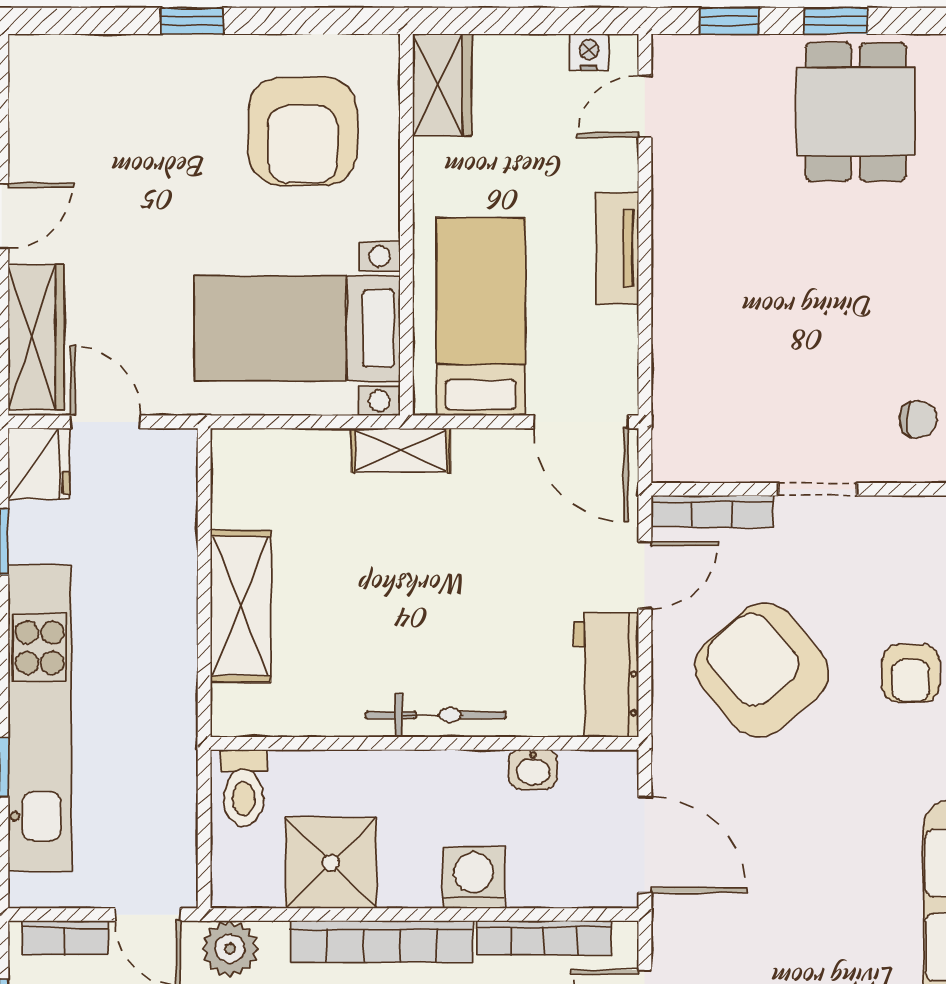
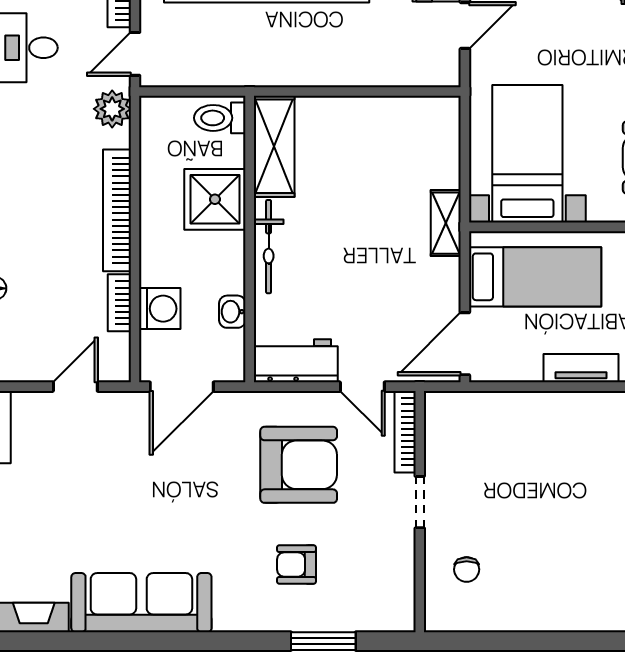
shelving: (241, 606) -> (274, 146), moved, turned 90
armchair: (762, 670) -> (299, 465), turned 40
shower: (331, 863) -> (215, 199), moved
washing machine: (474, 877) -> (160, 309), moved
bookcase: (544, 938) -> (119, 303), width x0.64

